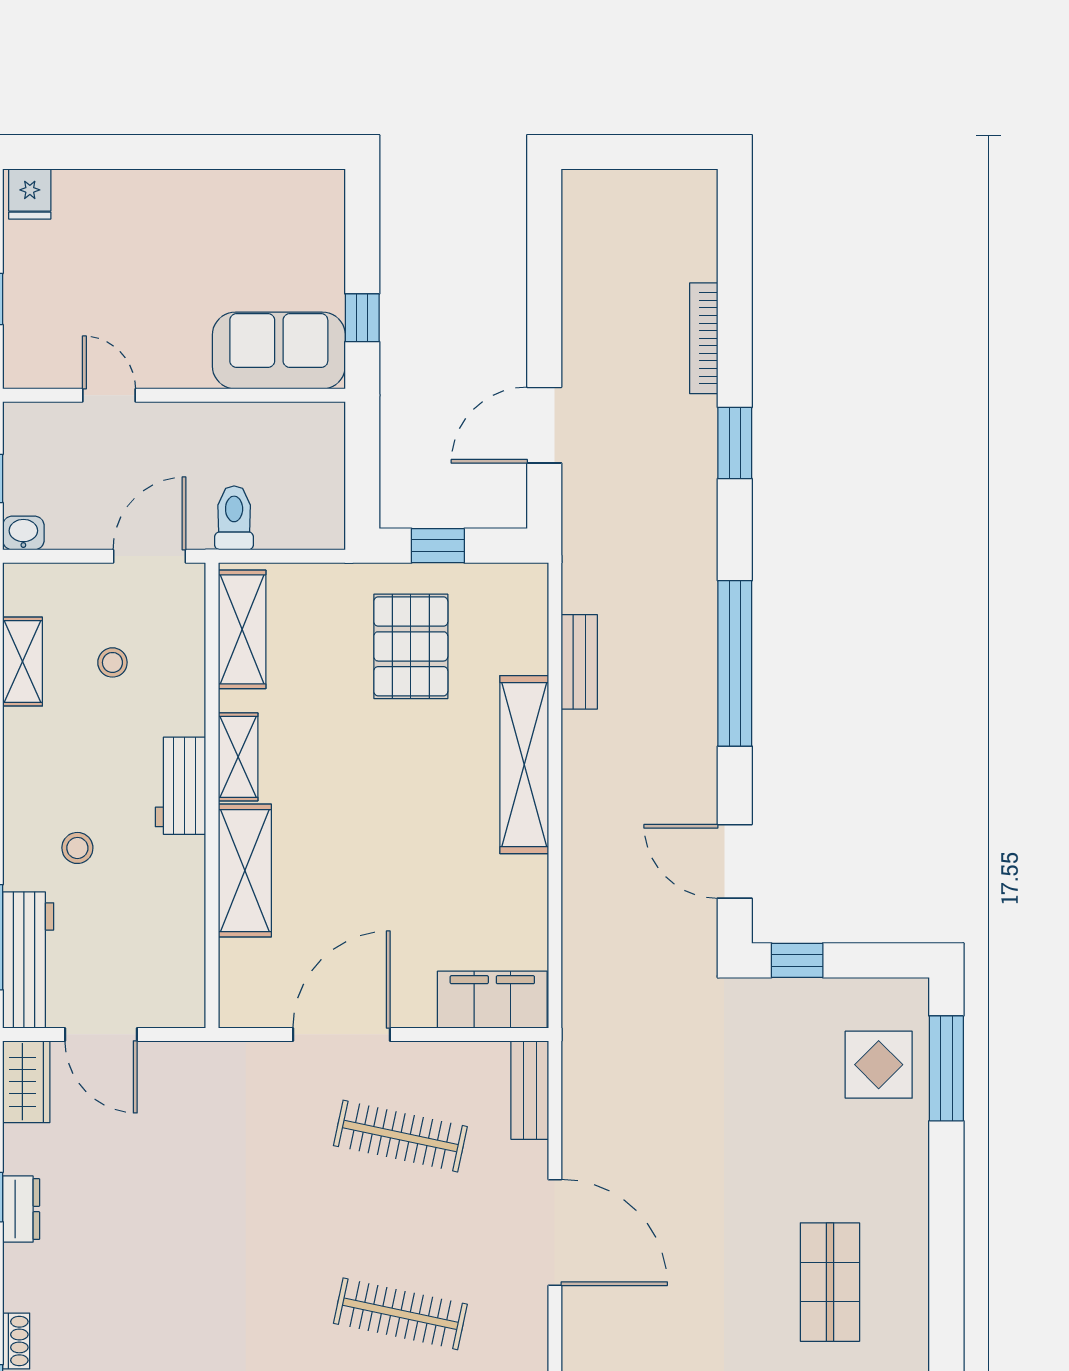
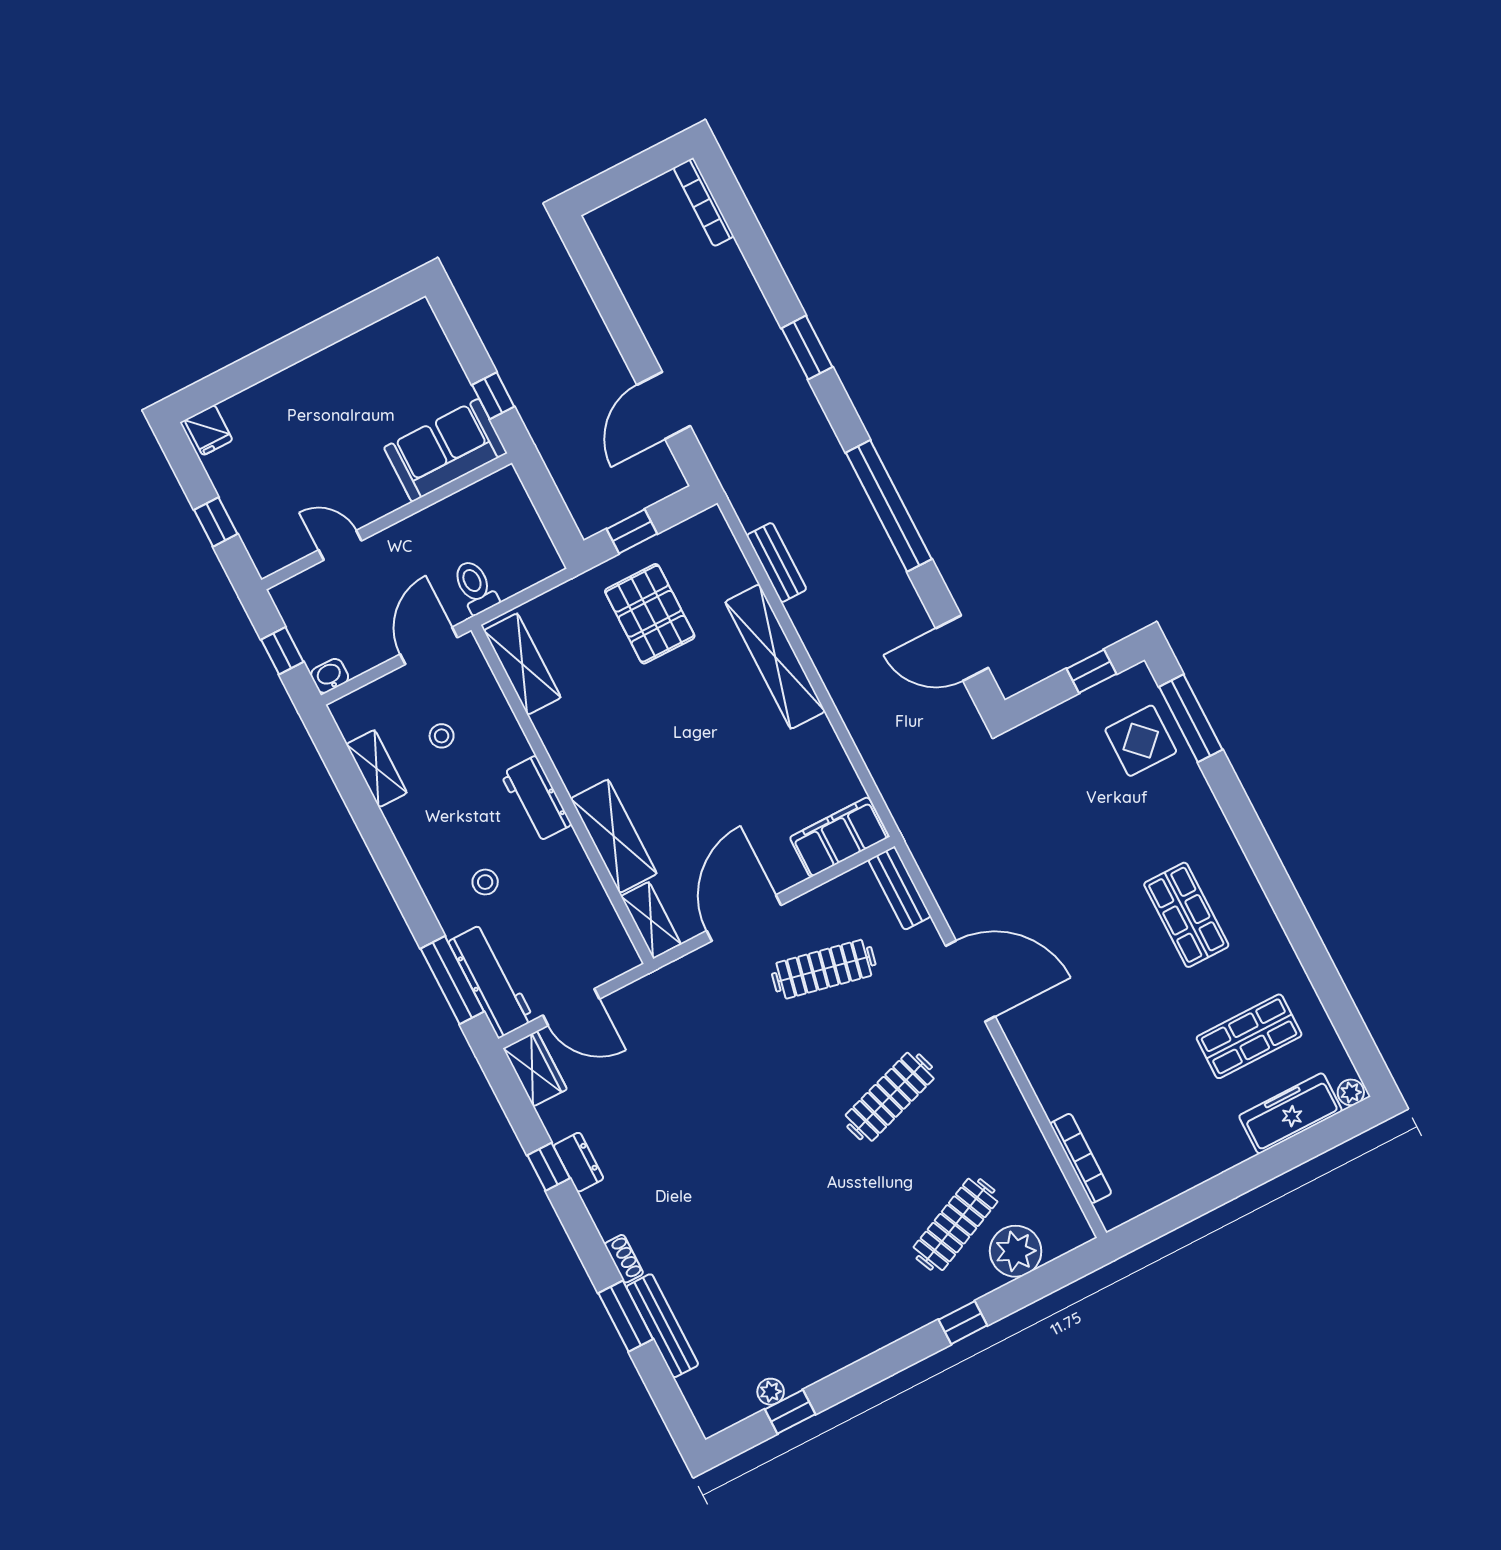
bookcase: (704, 338) -> (704, 202), moved
shelving: (238, 757) -> (651, 920), moved
window: (797, 960) -> (1092, 671), moved
clothes rail: (400, 1314) -> (890, 1097), turned -30

